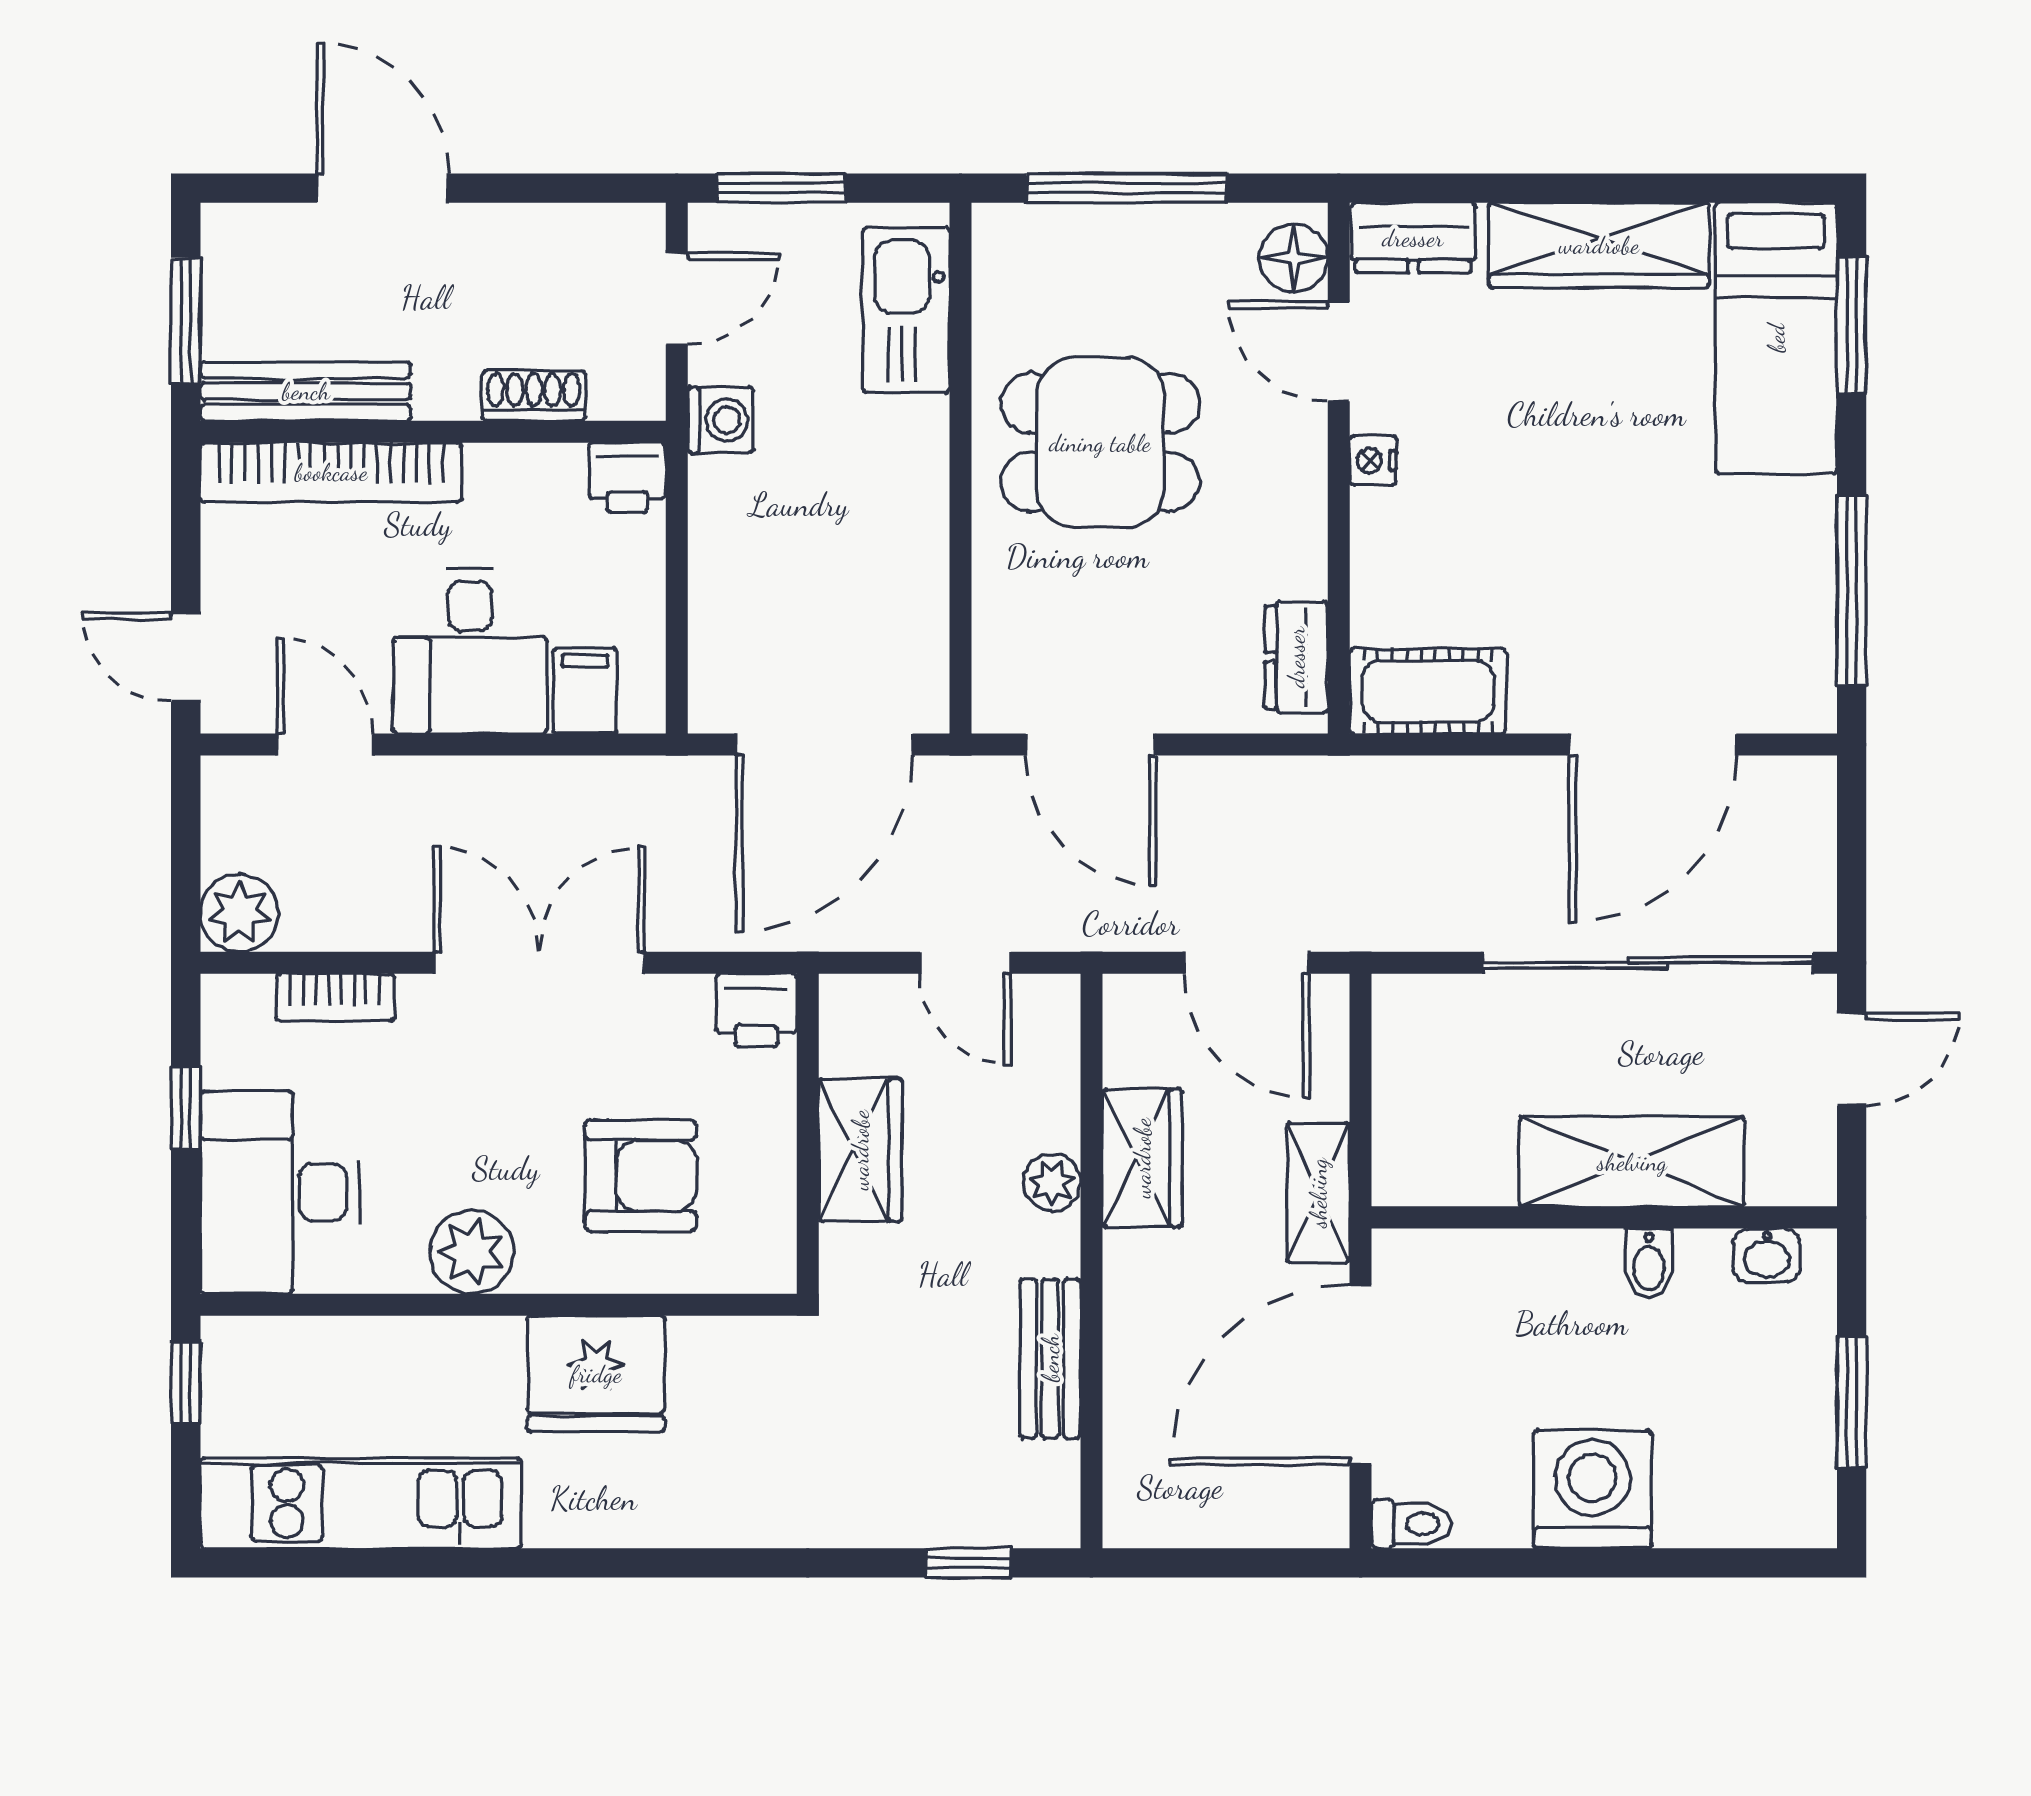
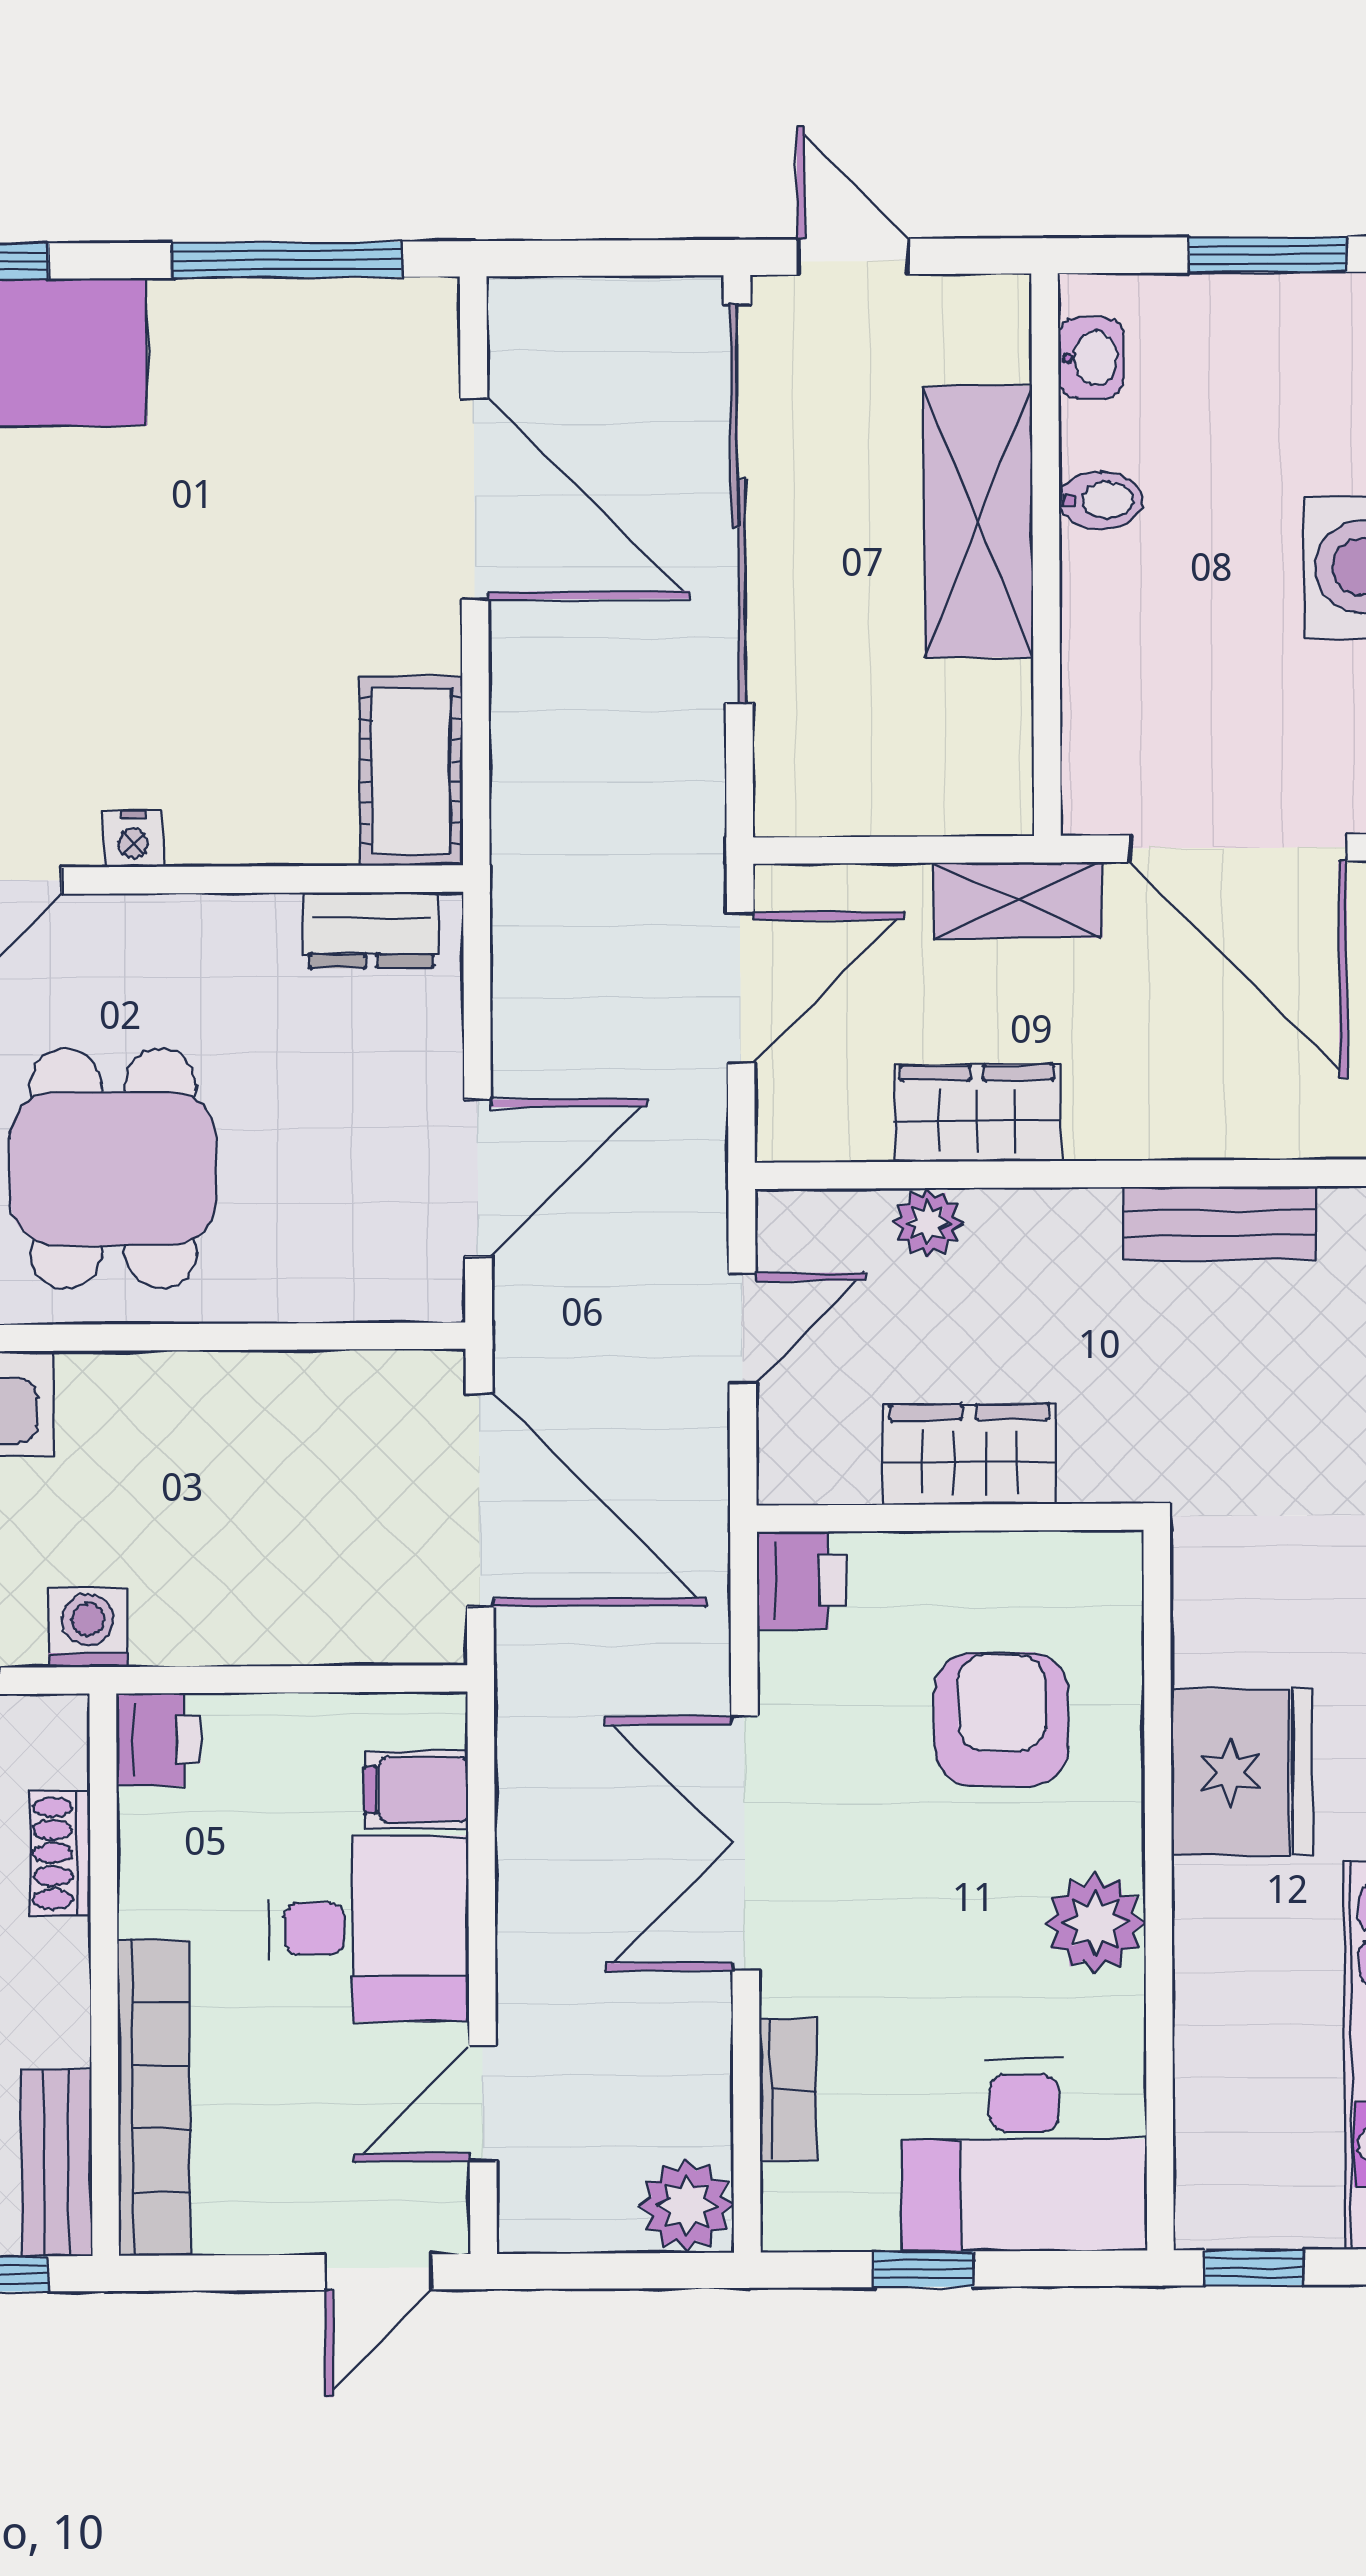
bench: (306, 391) -> (56, 2163), width x0.73
plant: (1052, 1182) -> (928, 1223), moved

